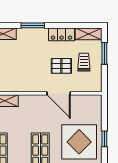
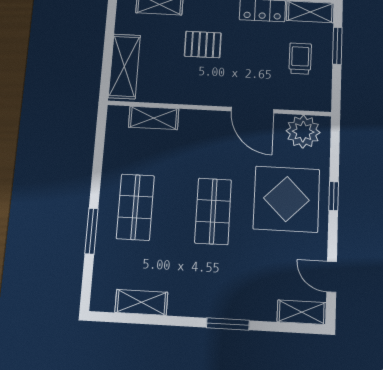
pallet: (61, 66) -> (203, 44), moved
plant: (87, 104) -> (303, 132), added

